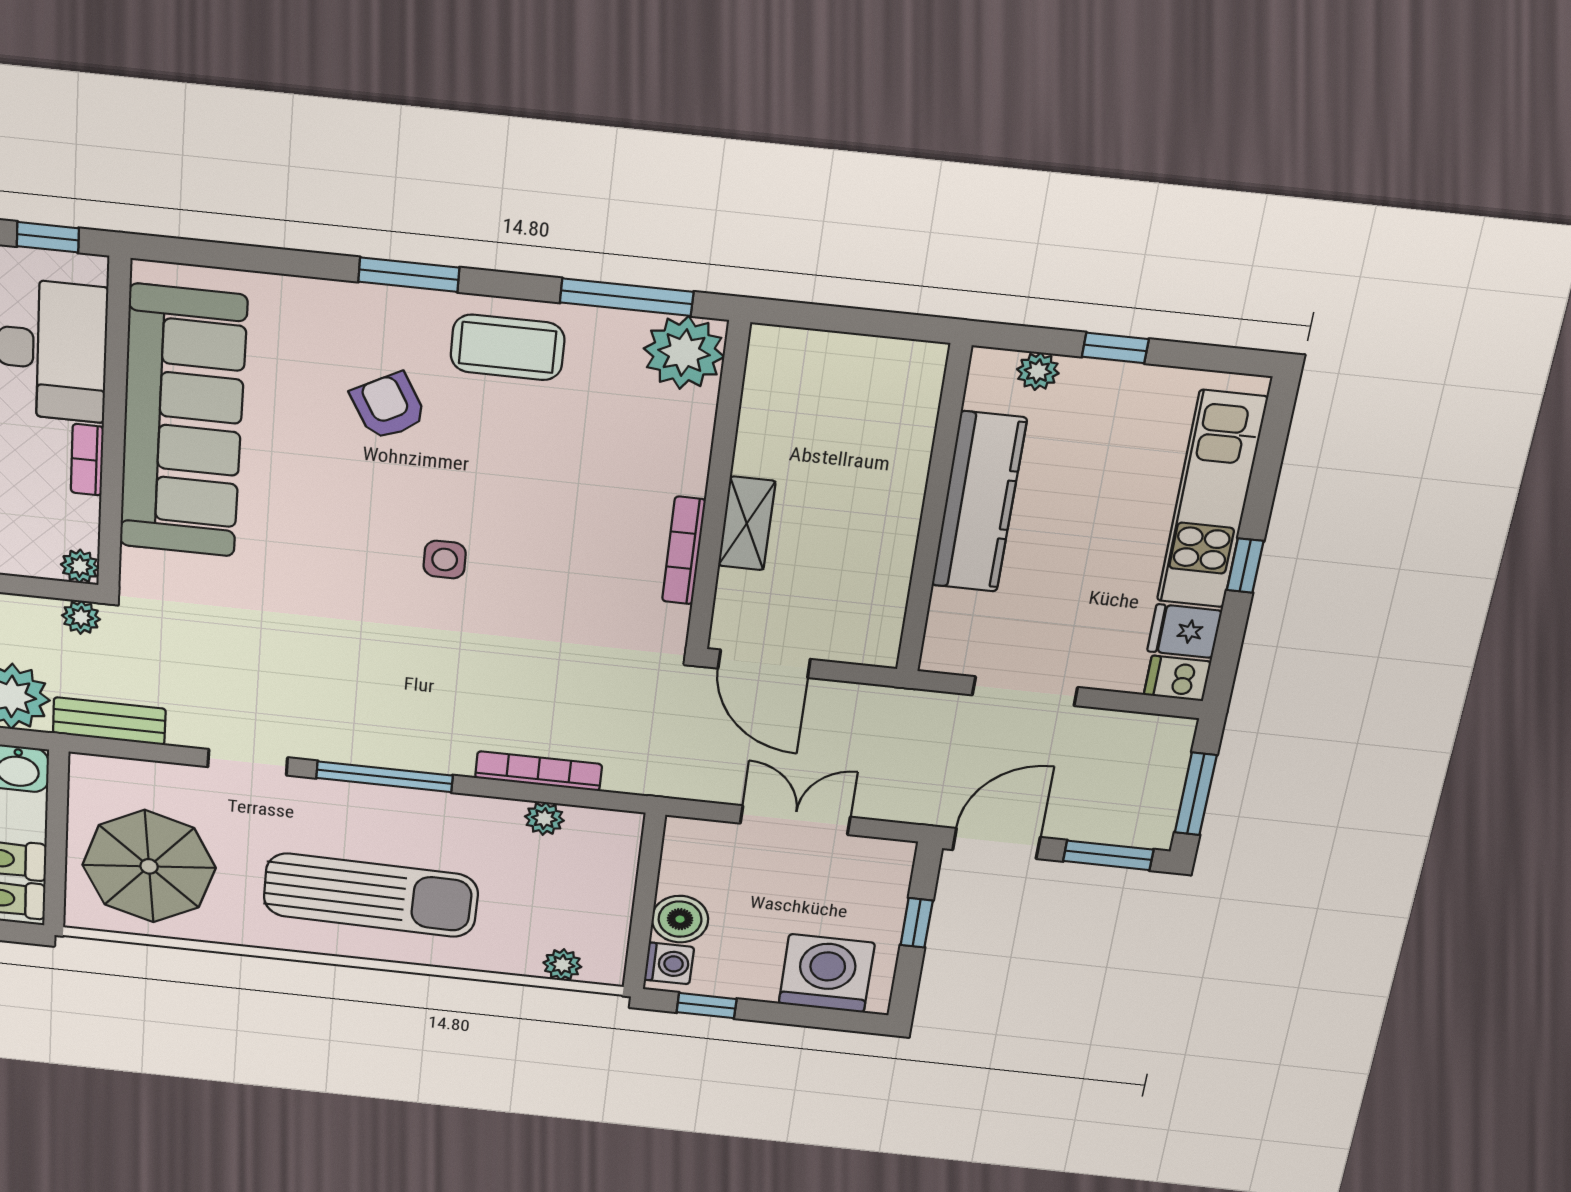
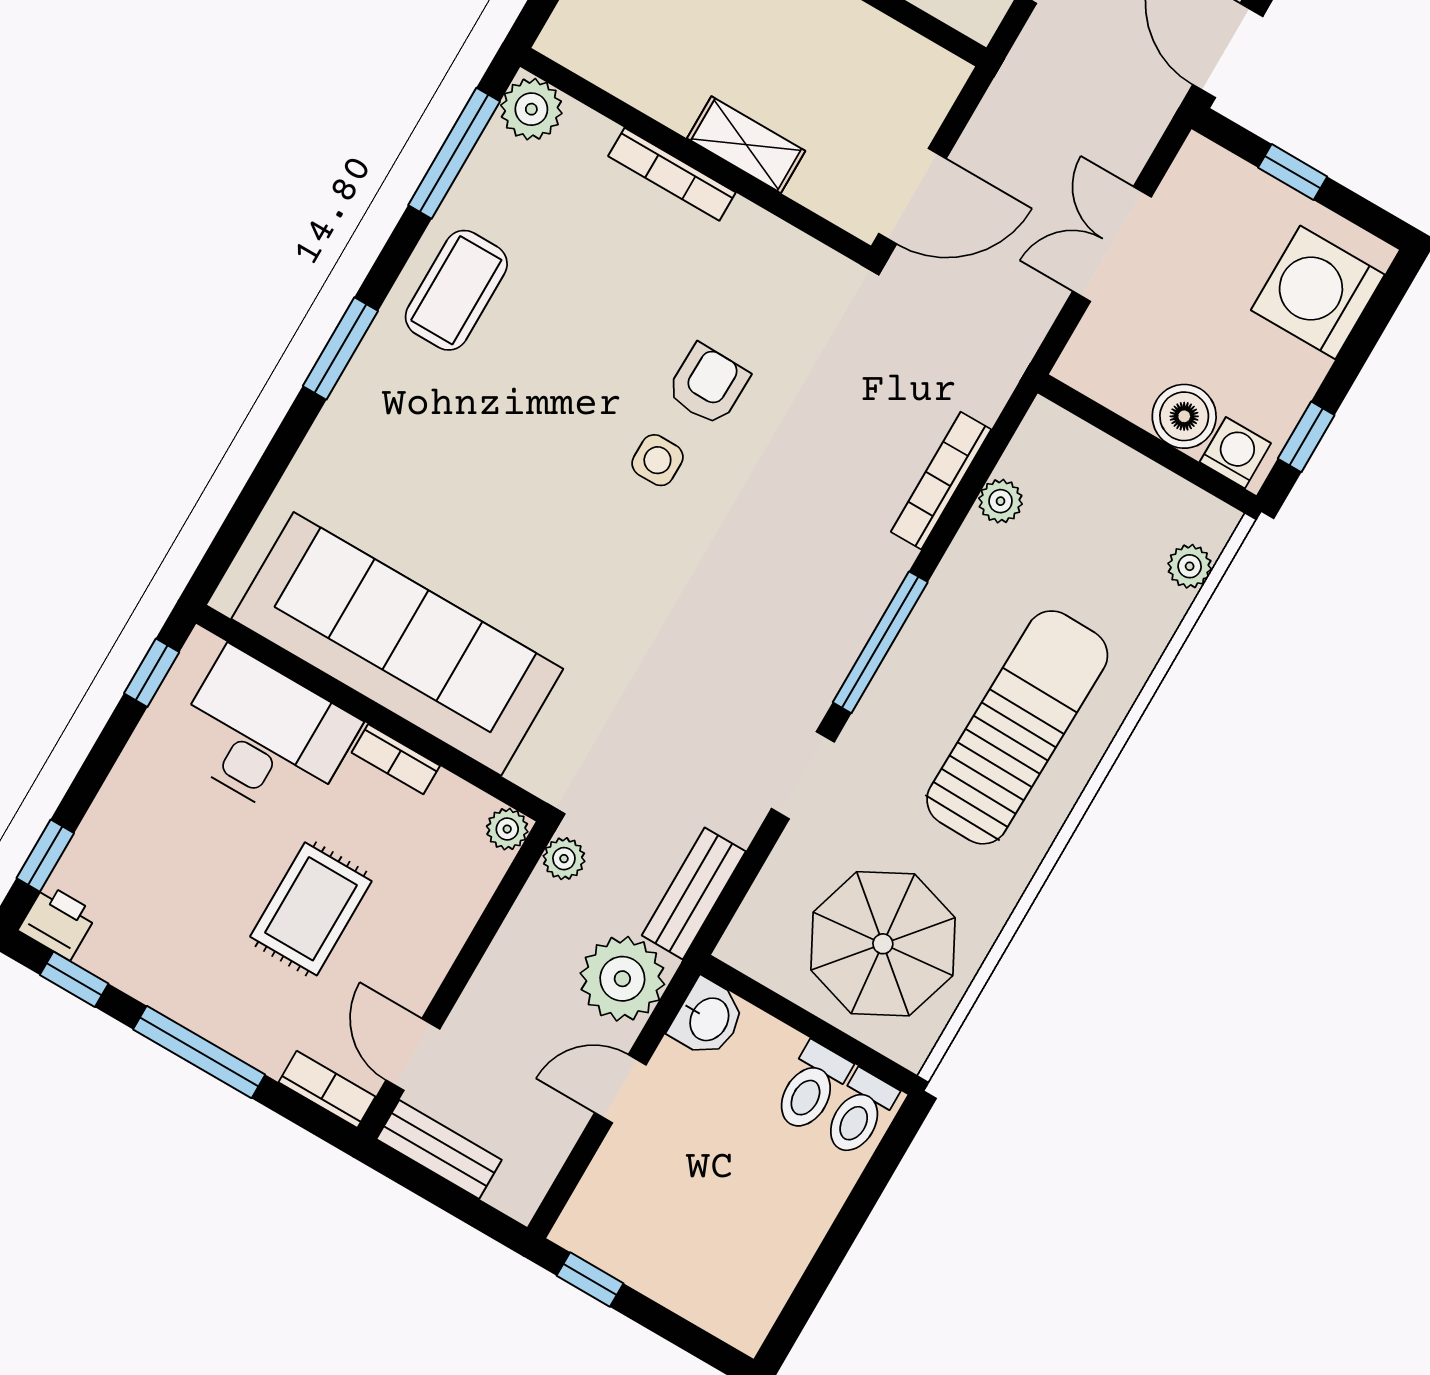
plant: (684, 353) -> (531, 109), width x0.73, depth x0.73
armchair: (389, 406) -> (708, 385), moved, turned 120
bookcase: (684, 551) -> (672, 174), moved

